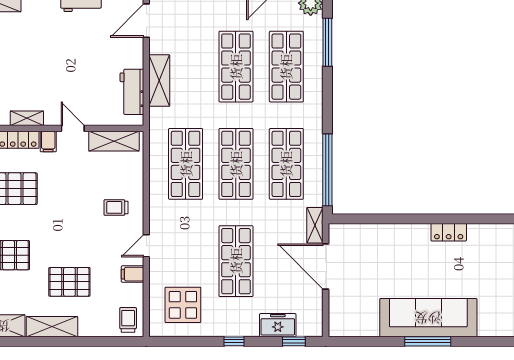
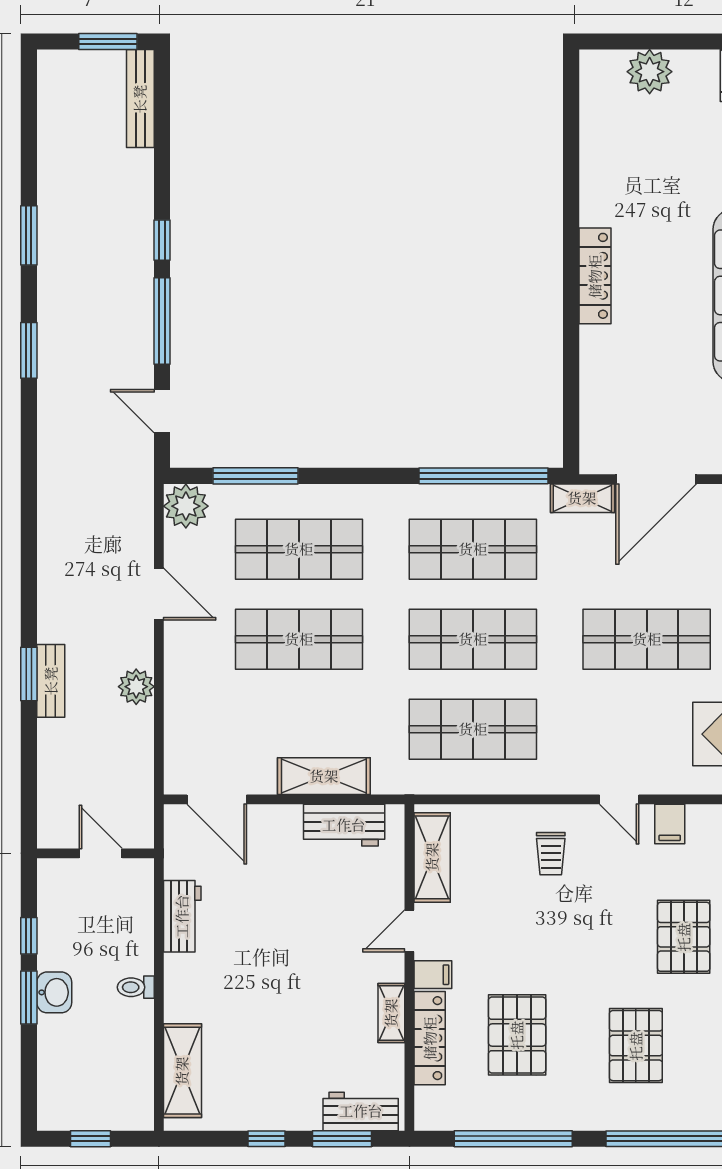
locker: (449, 232) -> (595, 276), width x1.53

